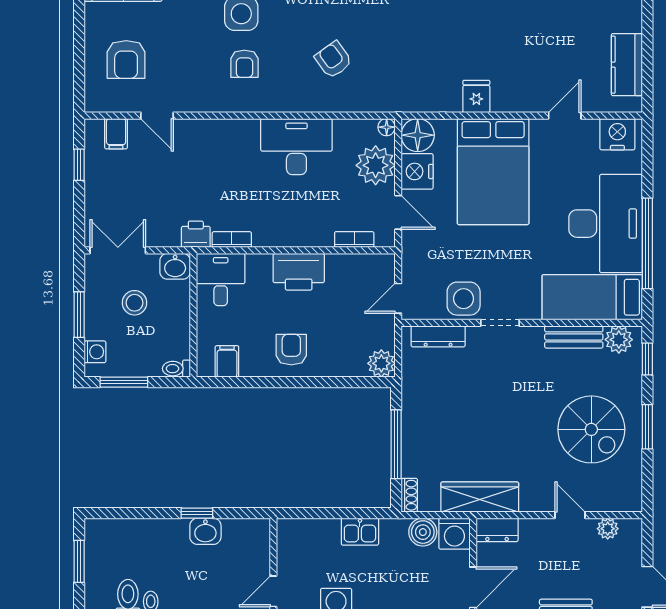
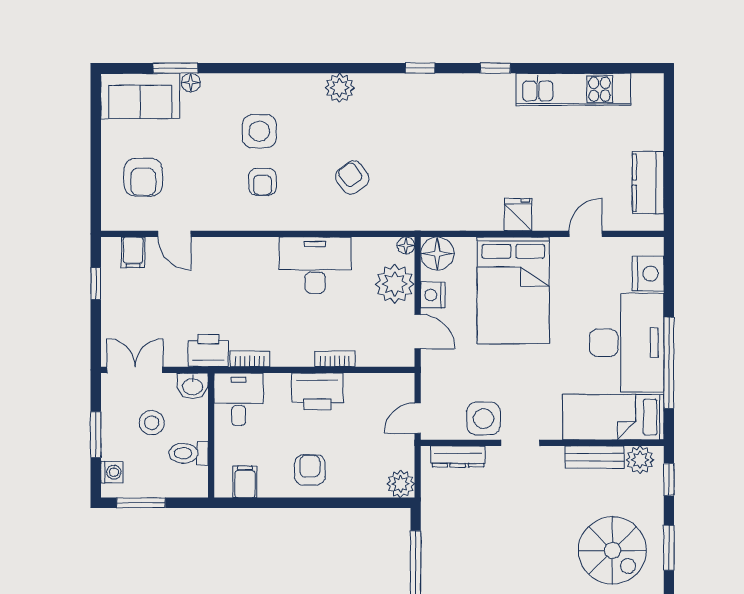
fridge: (476, 96) -> (518, 215), moved
nightstand: (617, 134) -> (648, 274), moved, turned 90
nightstand: (417, 171) -> (433, 295), width x0.74, depth x0.75
printer: (196, 234) -> (208, 350), width x1.36, depth x1.24
bookcase: (354, 239) -> (335, 359), moved
toilet: (176, 369) -> (189, 453), moved, width x1.37, depth x1.39

